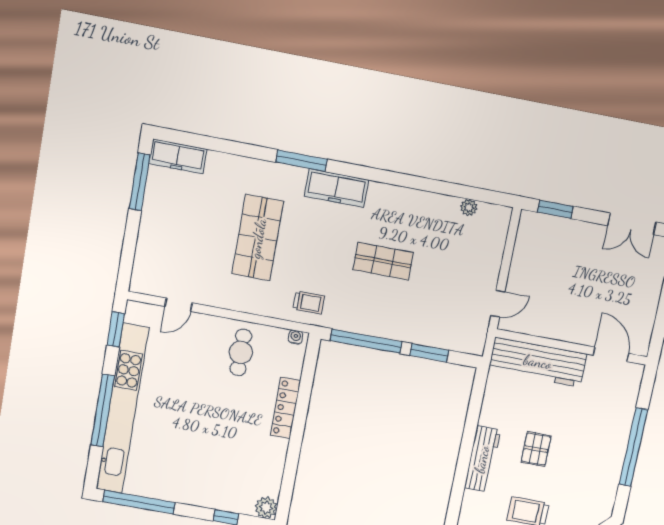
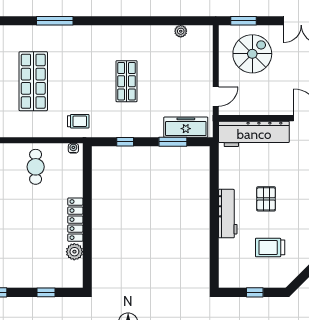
freezer: (336, 188) -> (186, 127), moved, turned 180
spiral stairs: (558, 256) -> (252, 54), added
shop shelf: (383, 261) -> (127, 81), turned 90
window: (366, 341) -> (125, 142), width x0.32
locker: (285, 408) -> (75, 220), moved
plant: (266, 508) -> (74, 252), moved

